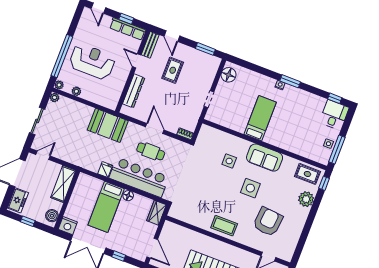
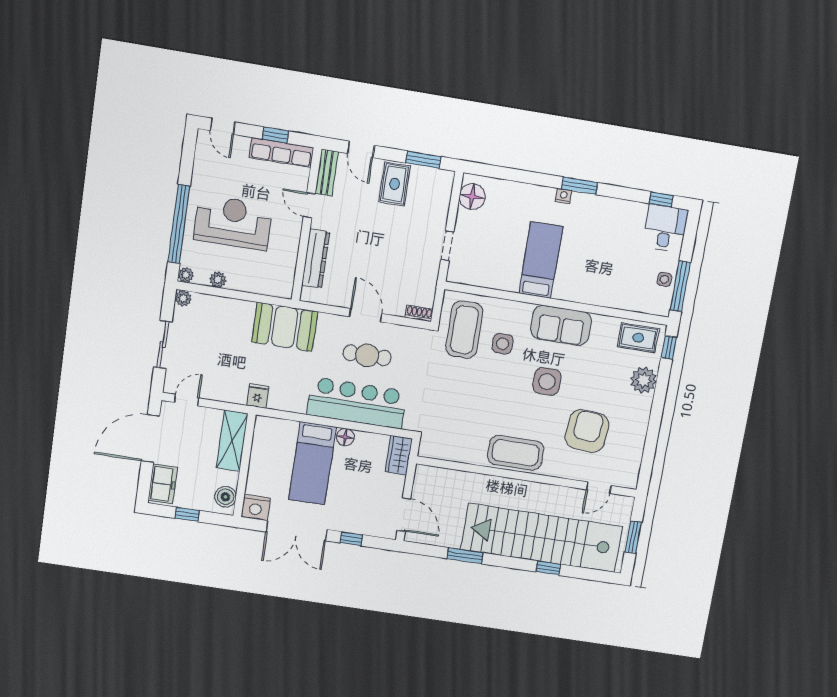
rug: (173, 70) -> (395, 184), moved
coffee table: (209, 148) -> (464, 330), added
fridge: (105, 170) -> (258, 396), moved
coffee table: (224, 226) -> (516, 453), width x1.36, depth x1.32

